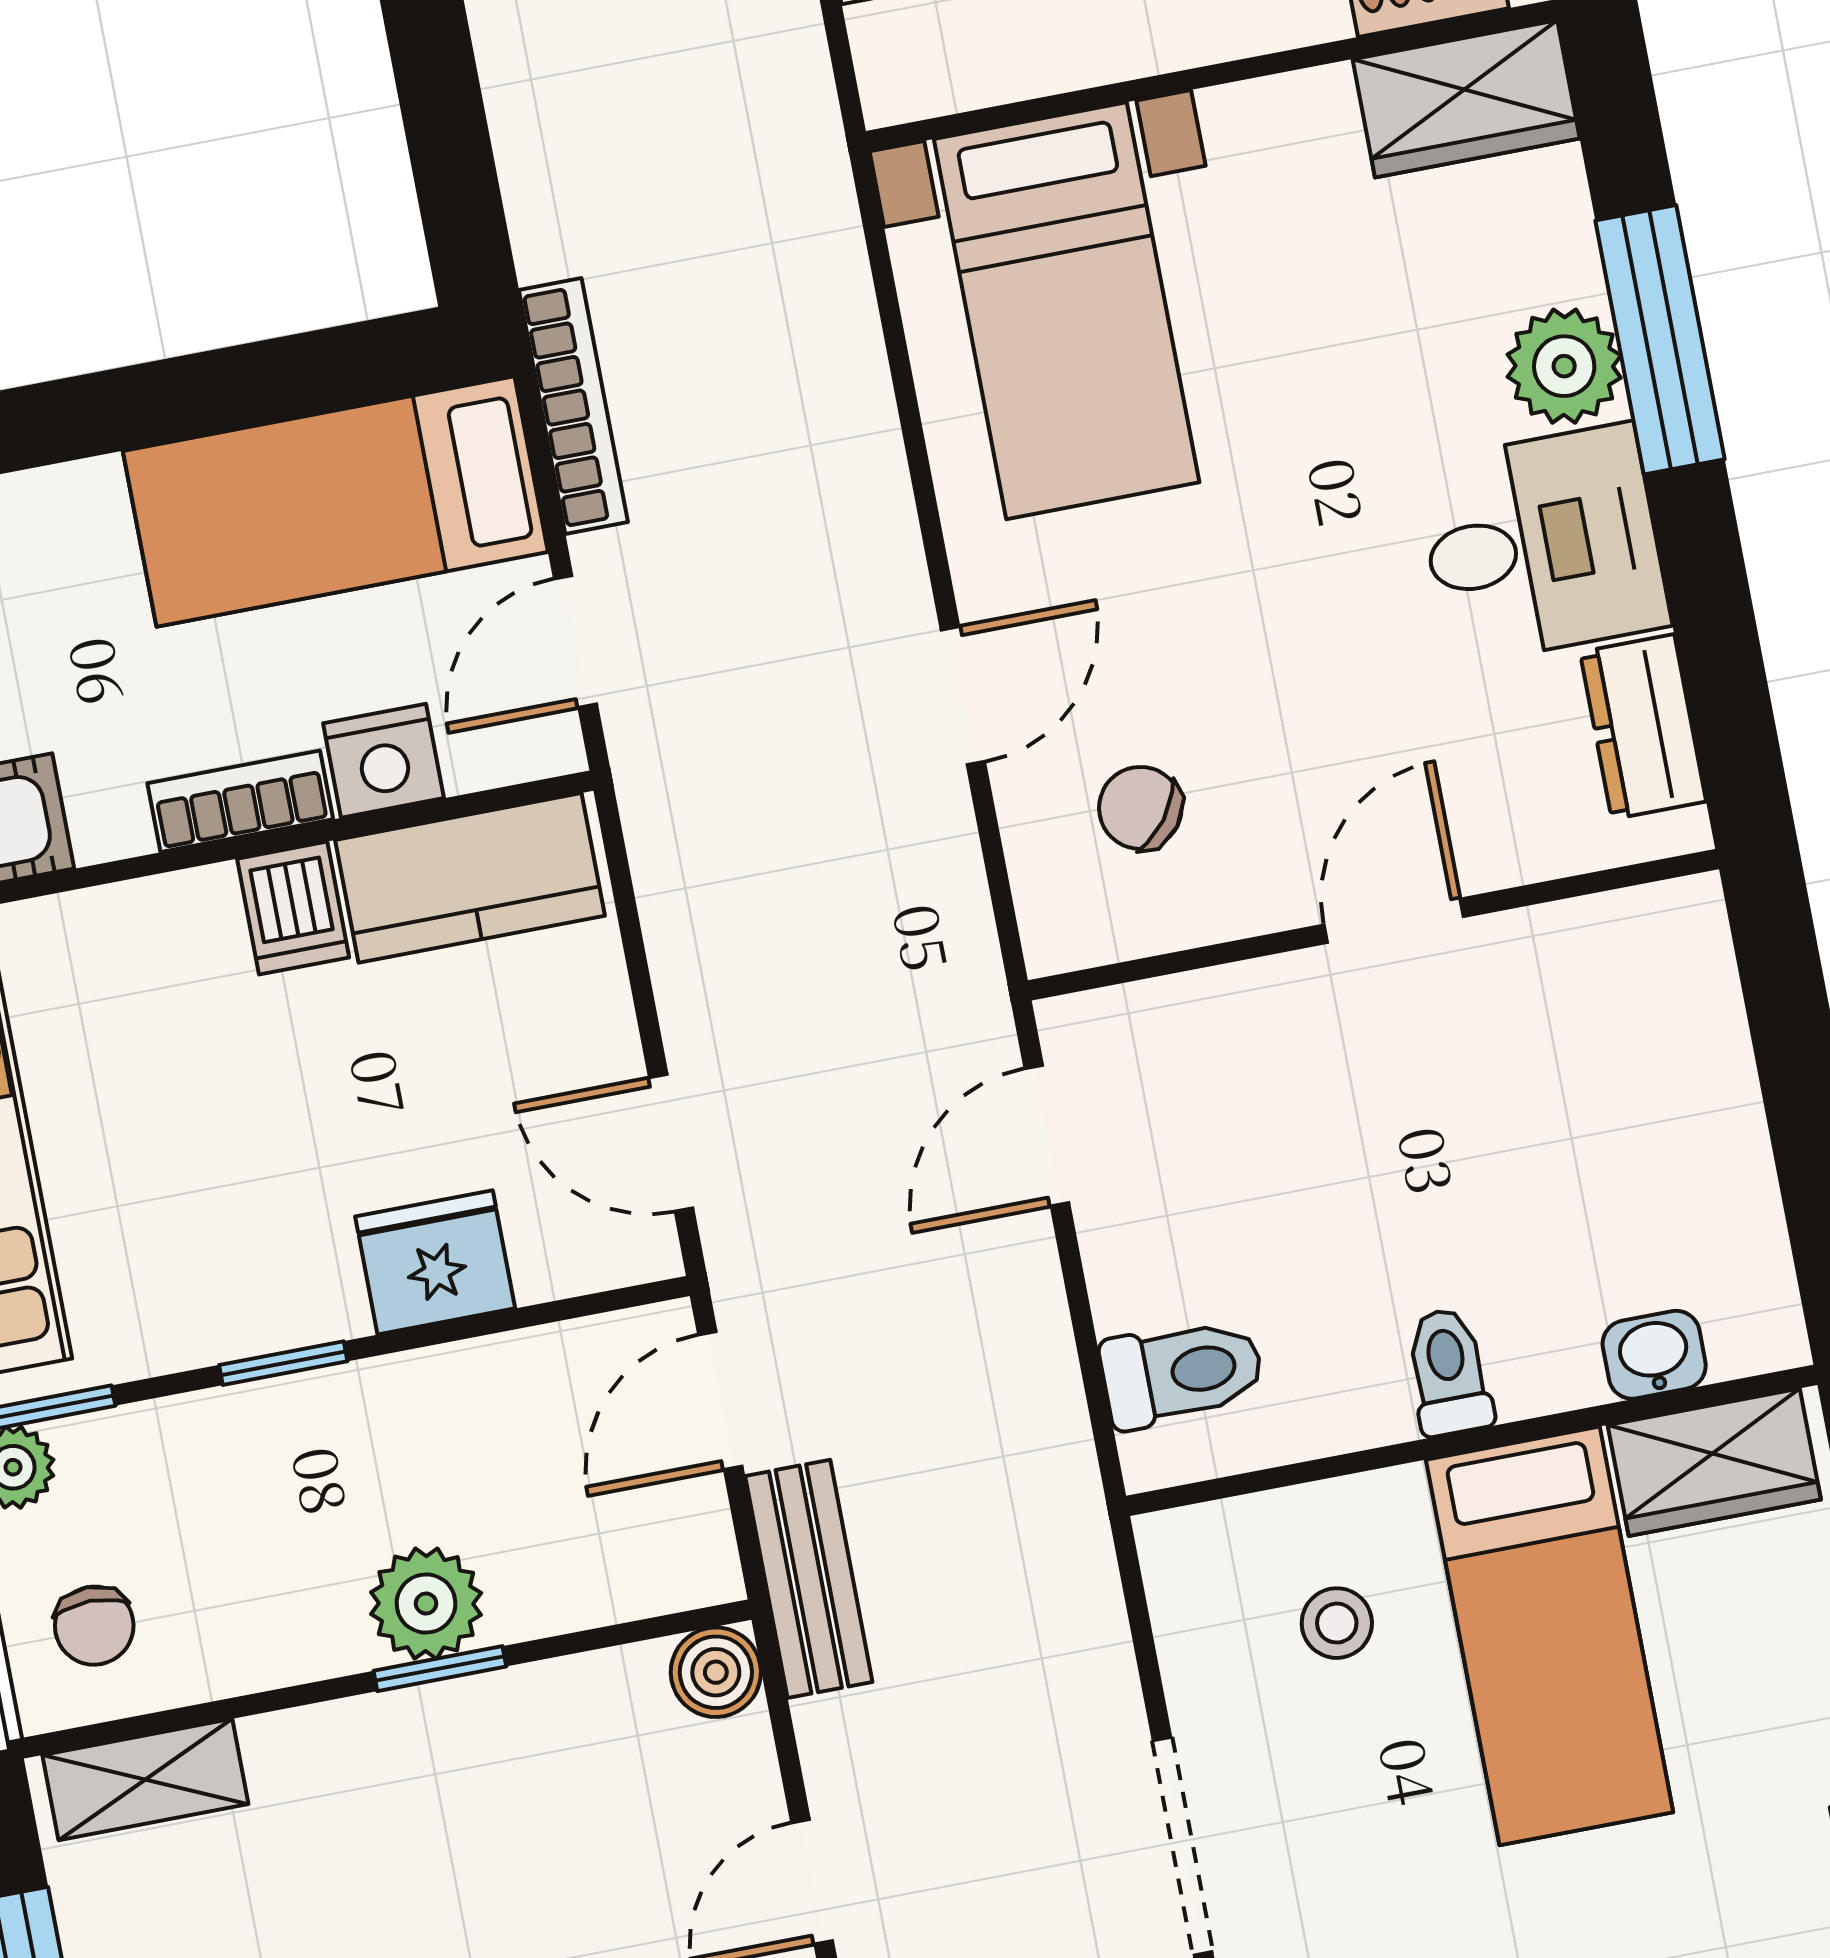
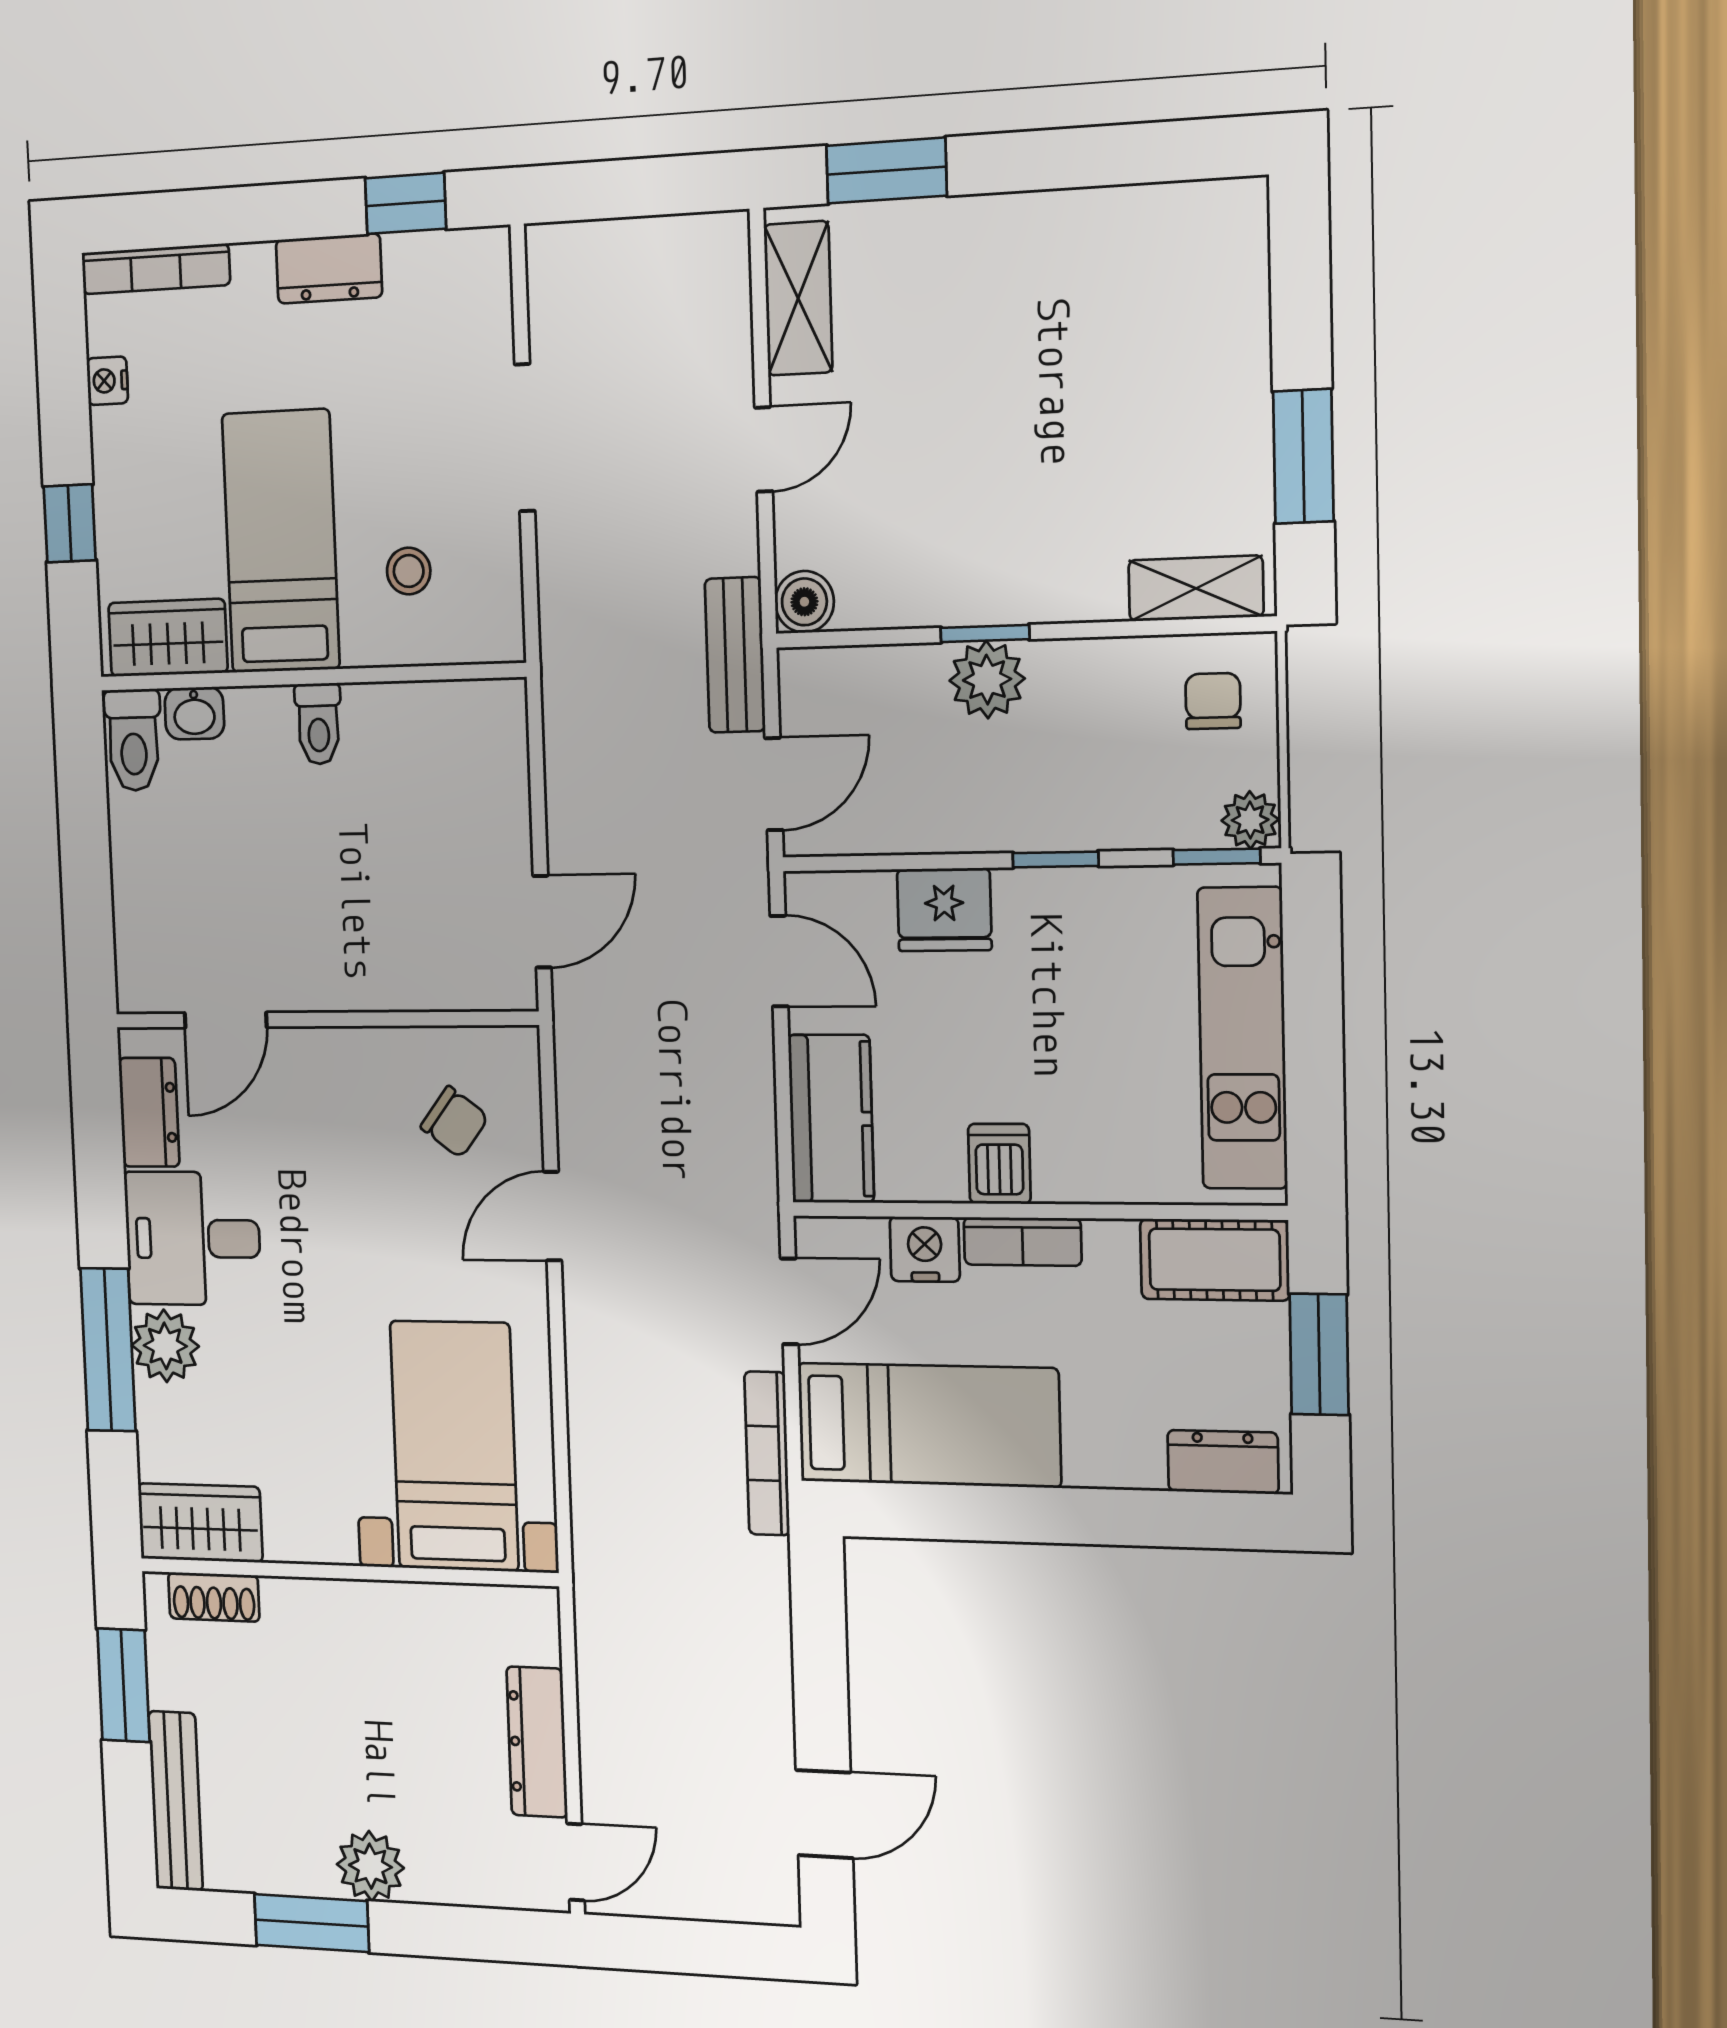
kitchen counter: (470, 878) -> (831, 1119), moved, turned 90
door: (1394, 921) -> (226, 1020), moved
toilet: (1182, 1373) -> (133, 740), moved, turned -90

